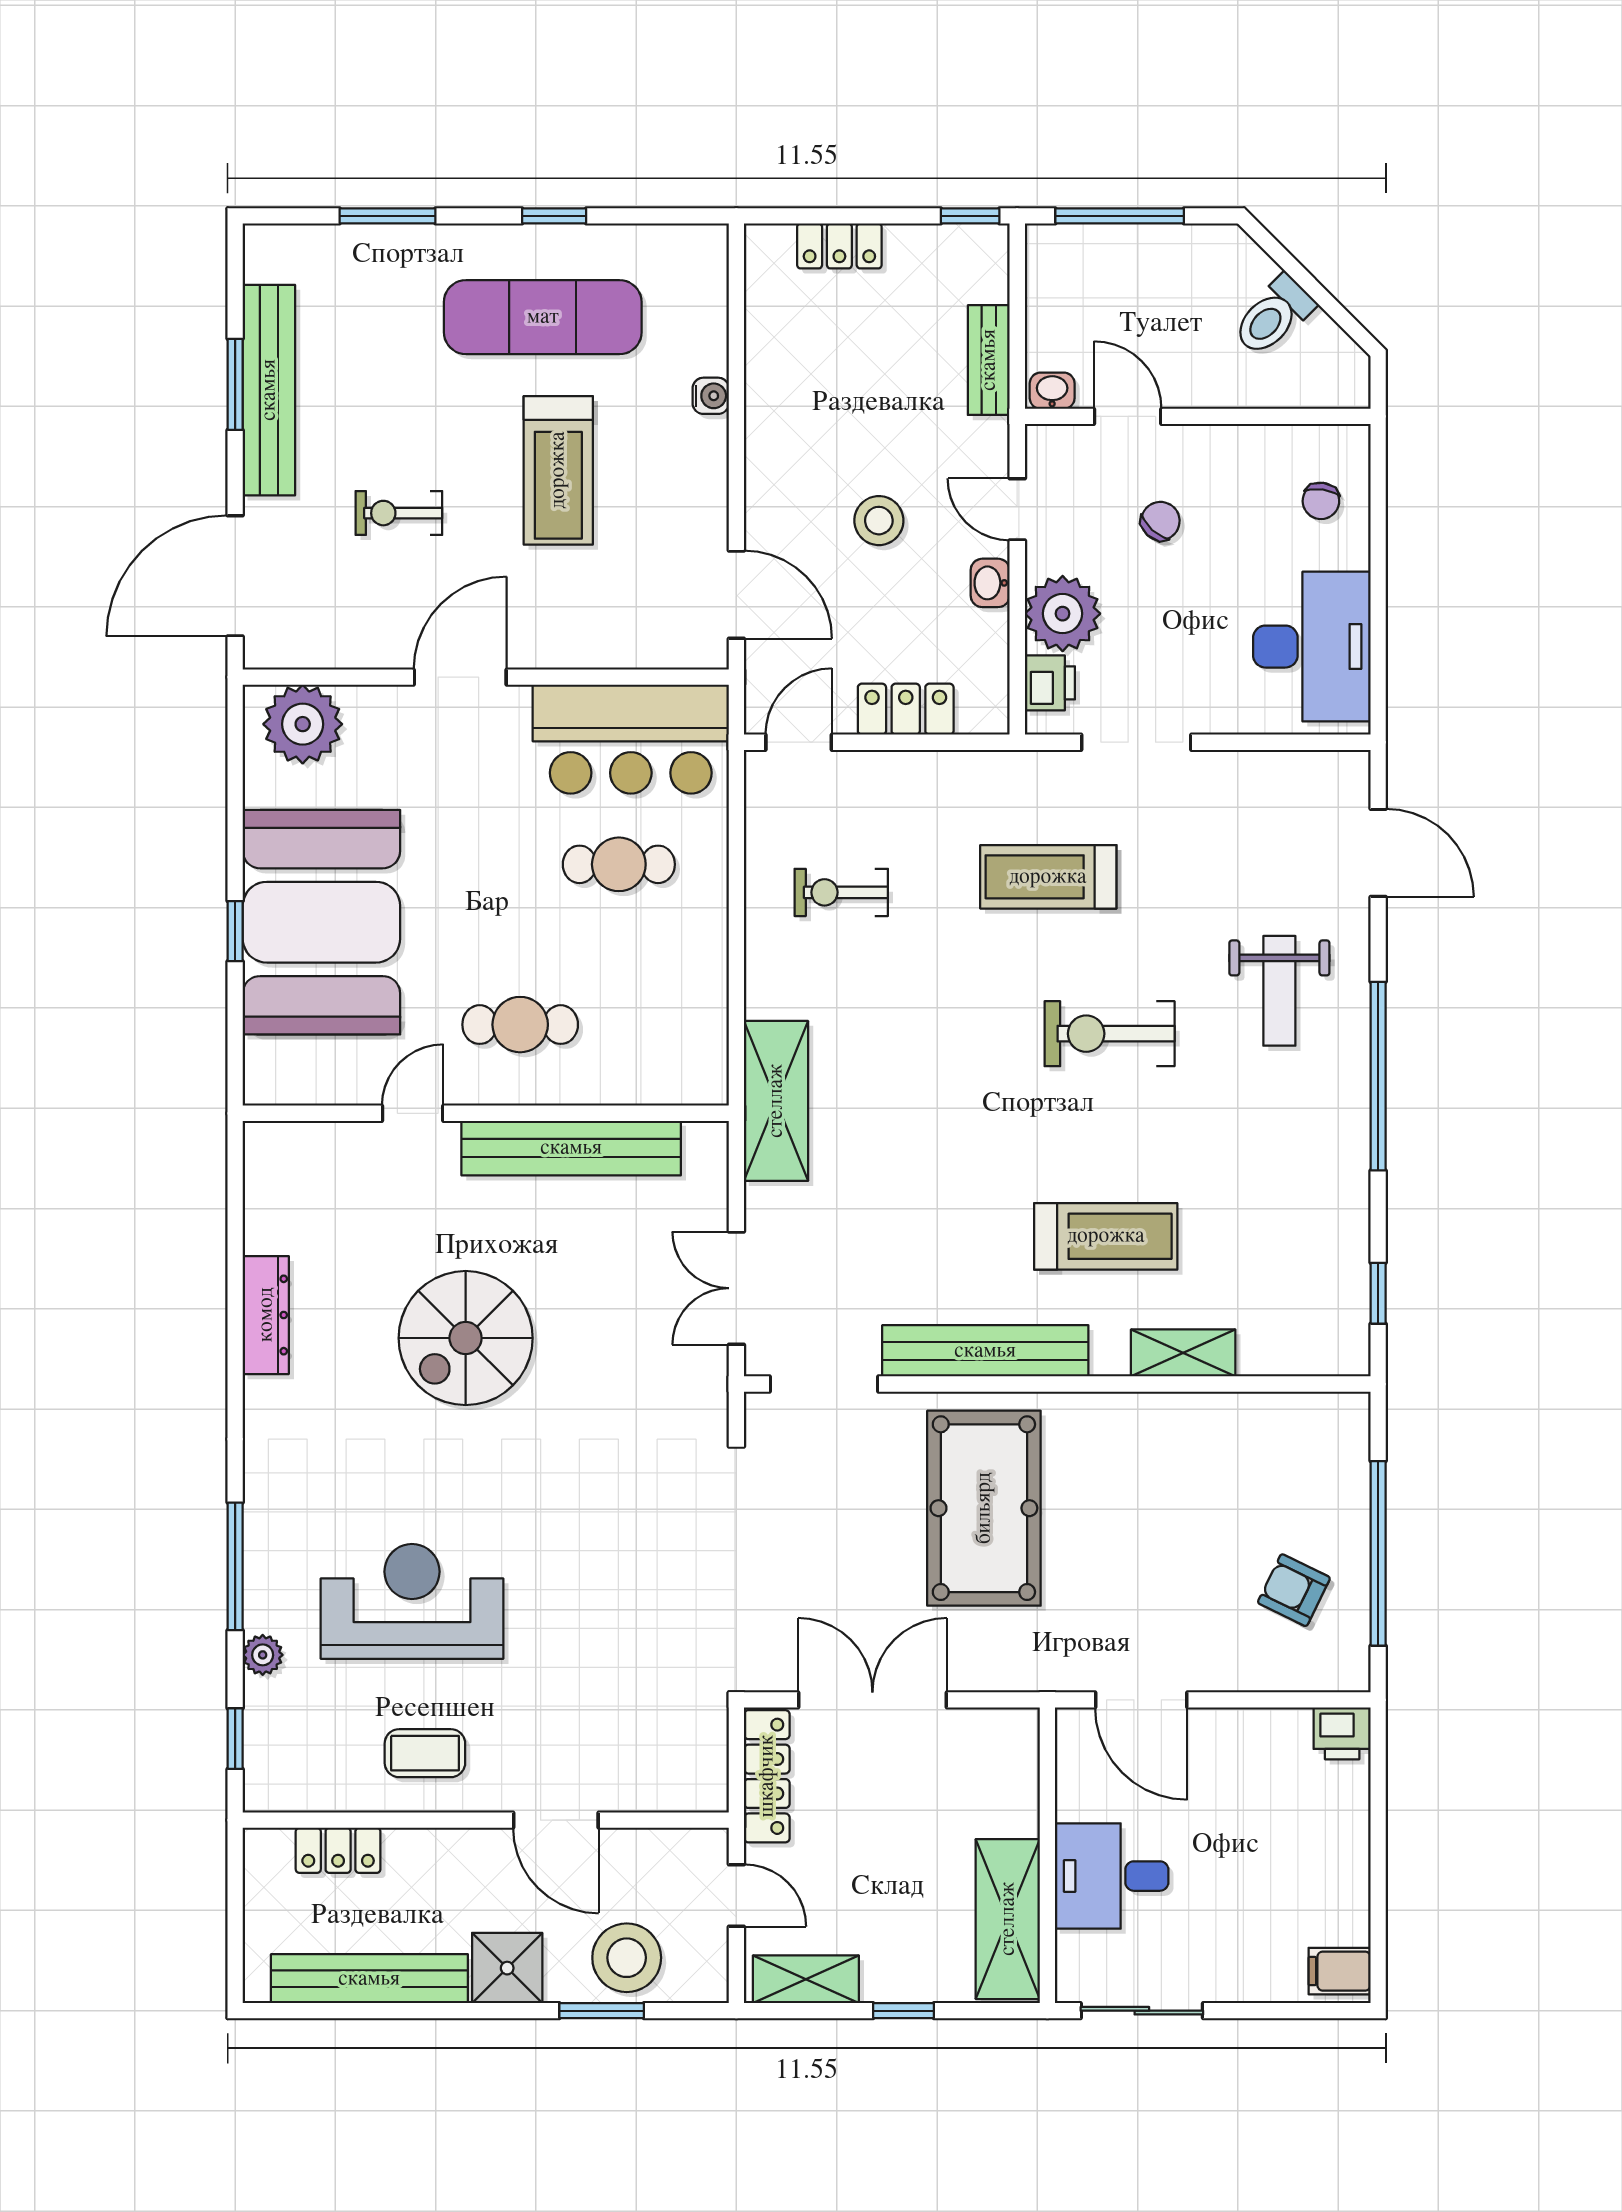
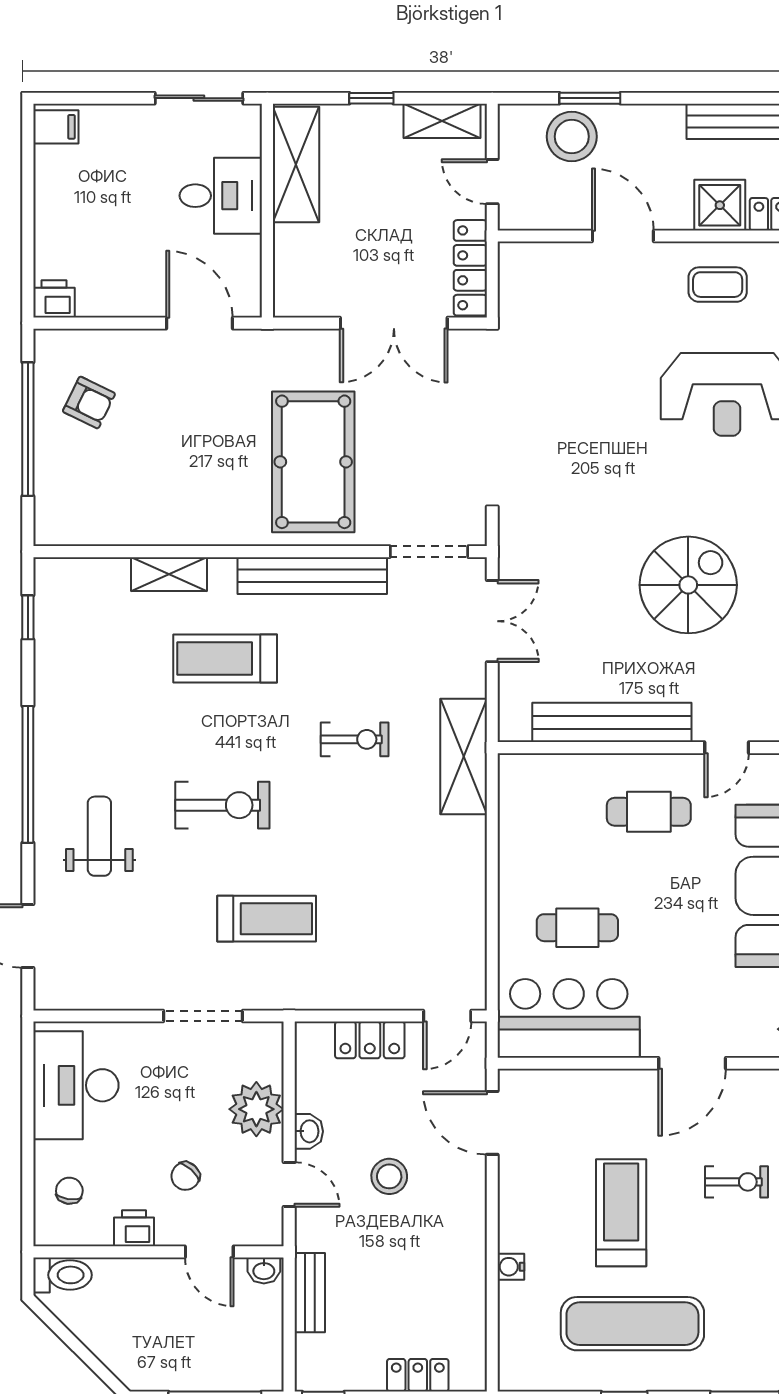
toilet: (1273, 316) -> (62, 1275), moved, turned 45
printer: (1050, 683) -> (134, 1228), moved, turned 90
exercise bike: (841, 892) -> (355, 739), moved
shower: (507, 1968) -> (720, 205), moved

